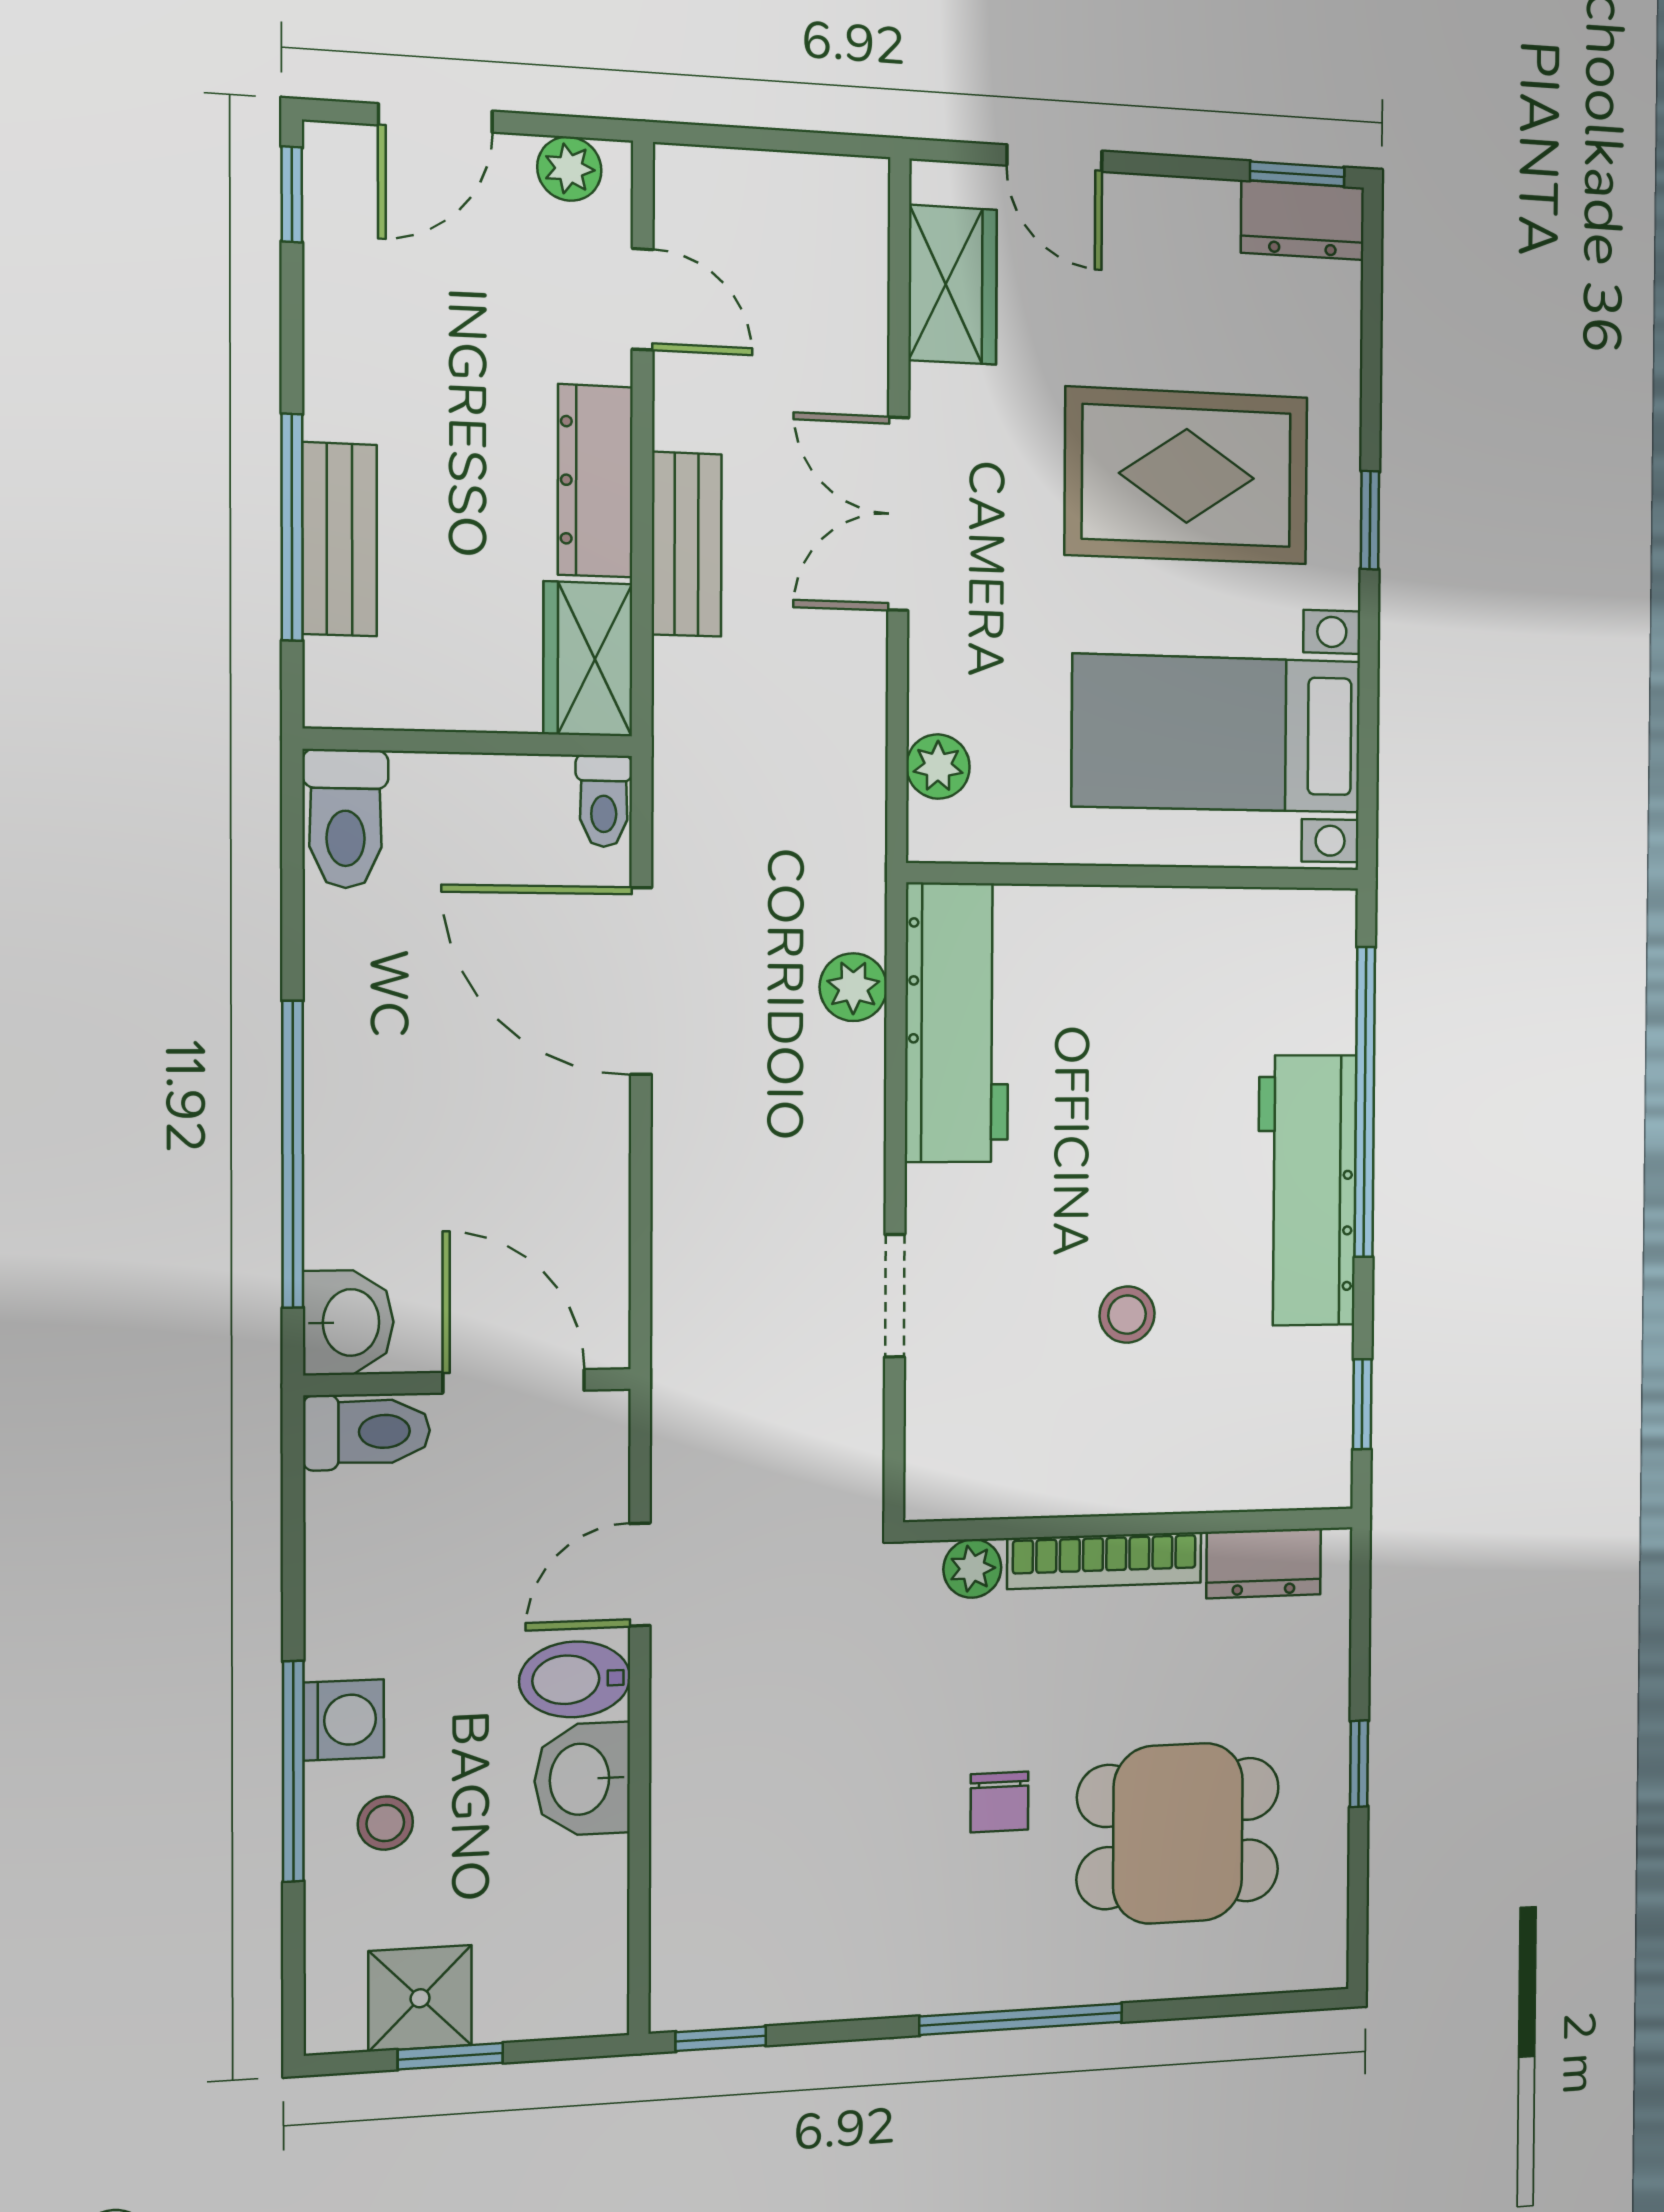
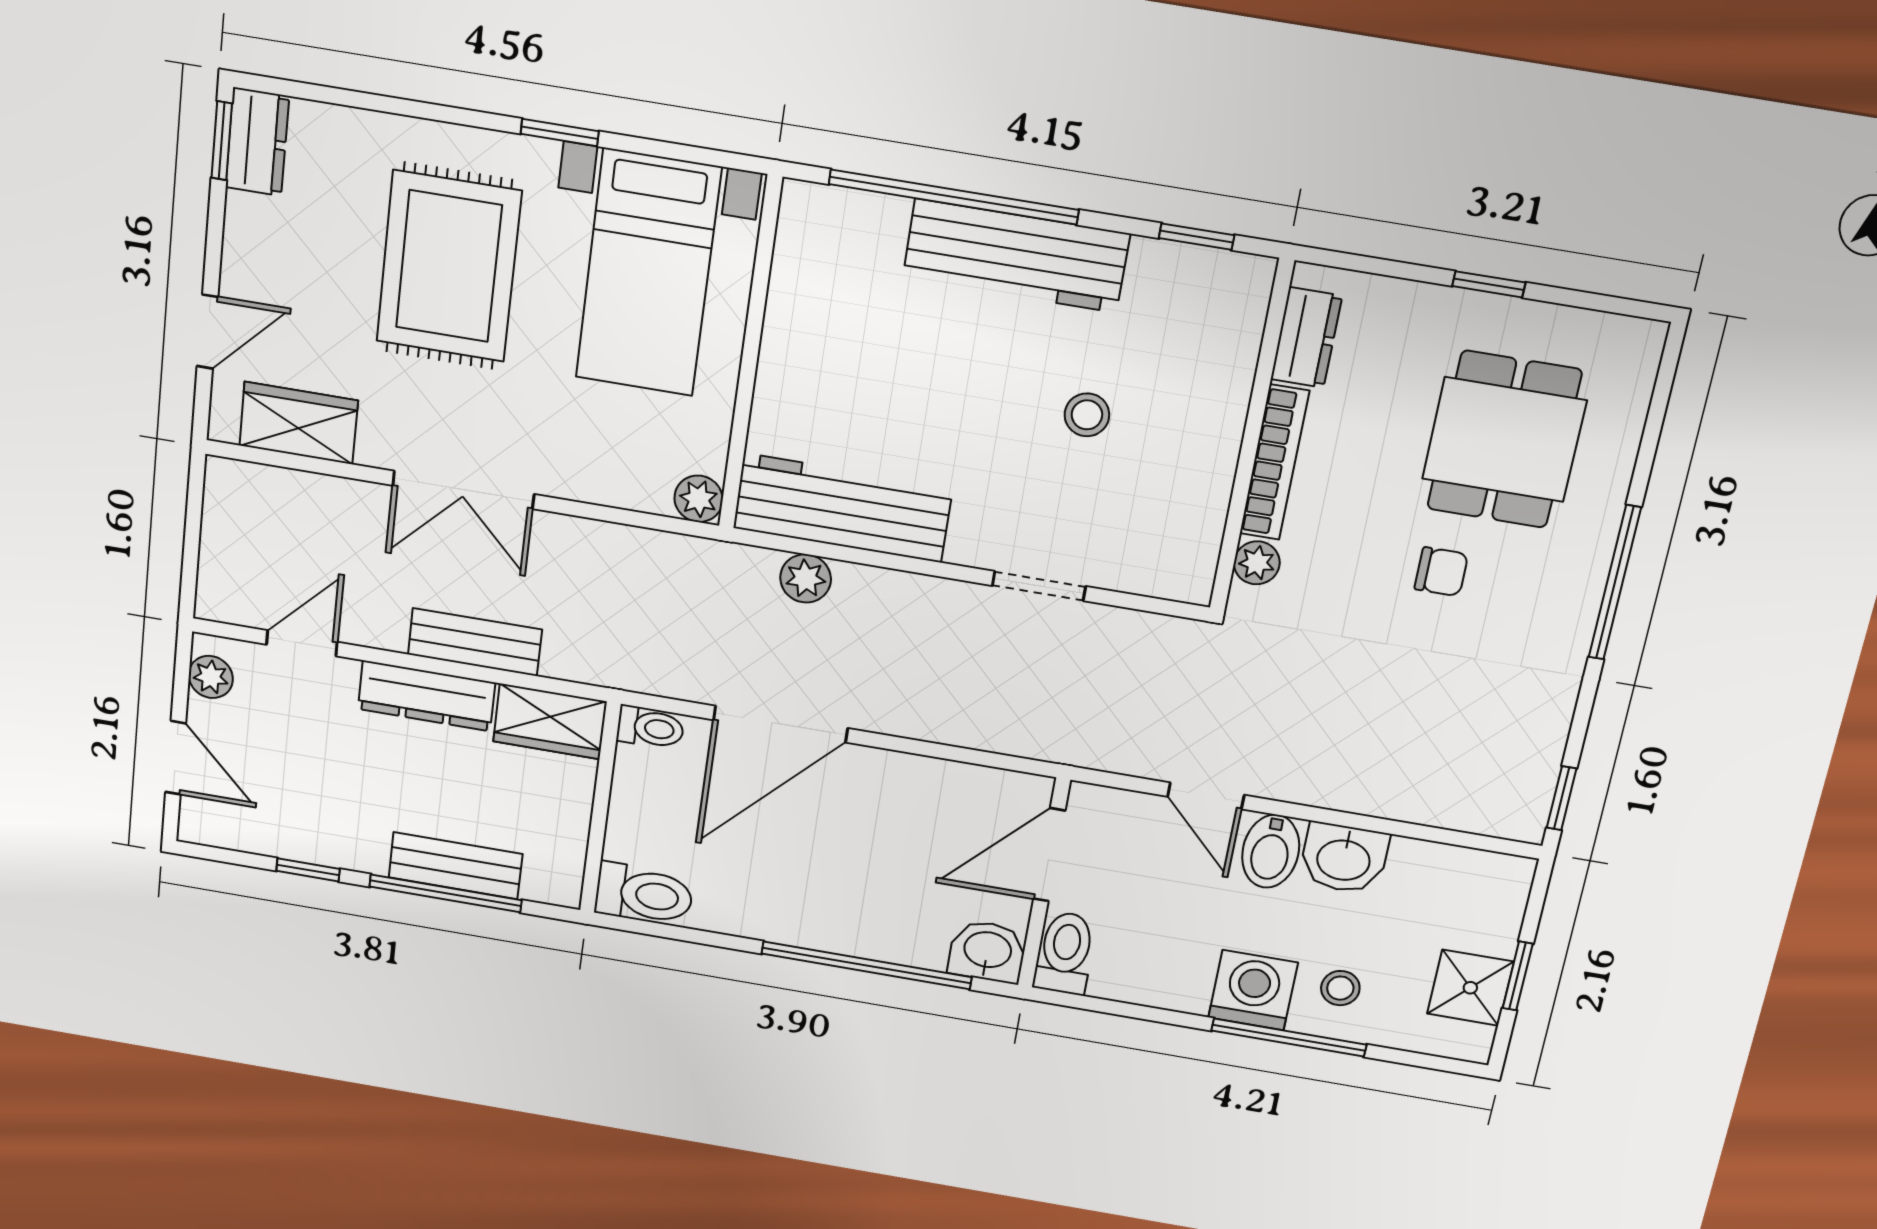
window: (292, 194) -> (308, 870), moved
window: (1370, 520) -> (560, 133), moved
plant: (938, 767) -> (699, 499), moved
washing machine: (344, 1720) -> (1253, 990), width x1.38, depth x1.38

